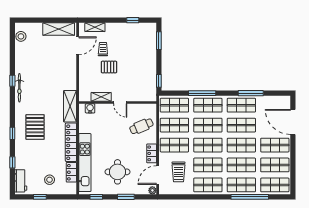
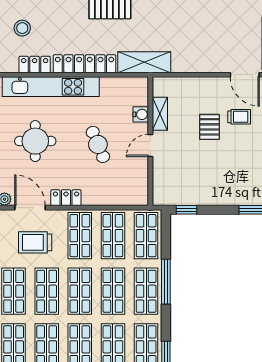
water cooler: (90, 108) -> (141, 114), moved
cafe table: (141, 126) -> (98, 144), moved

